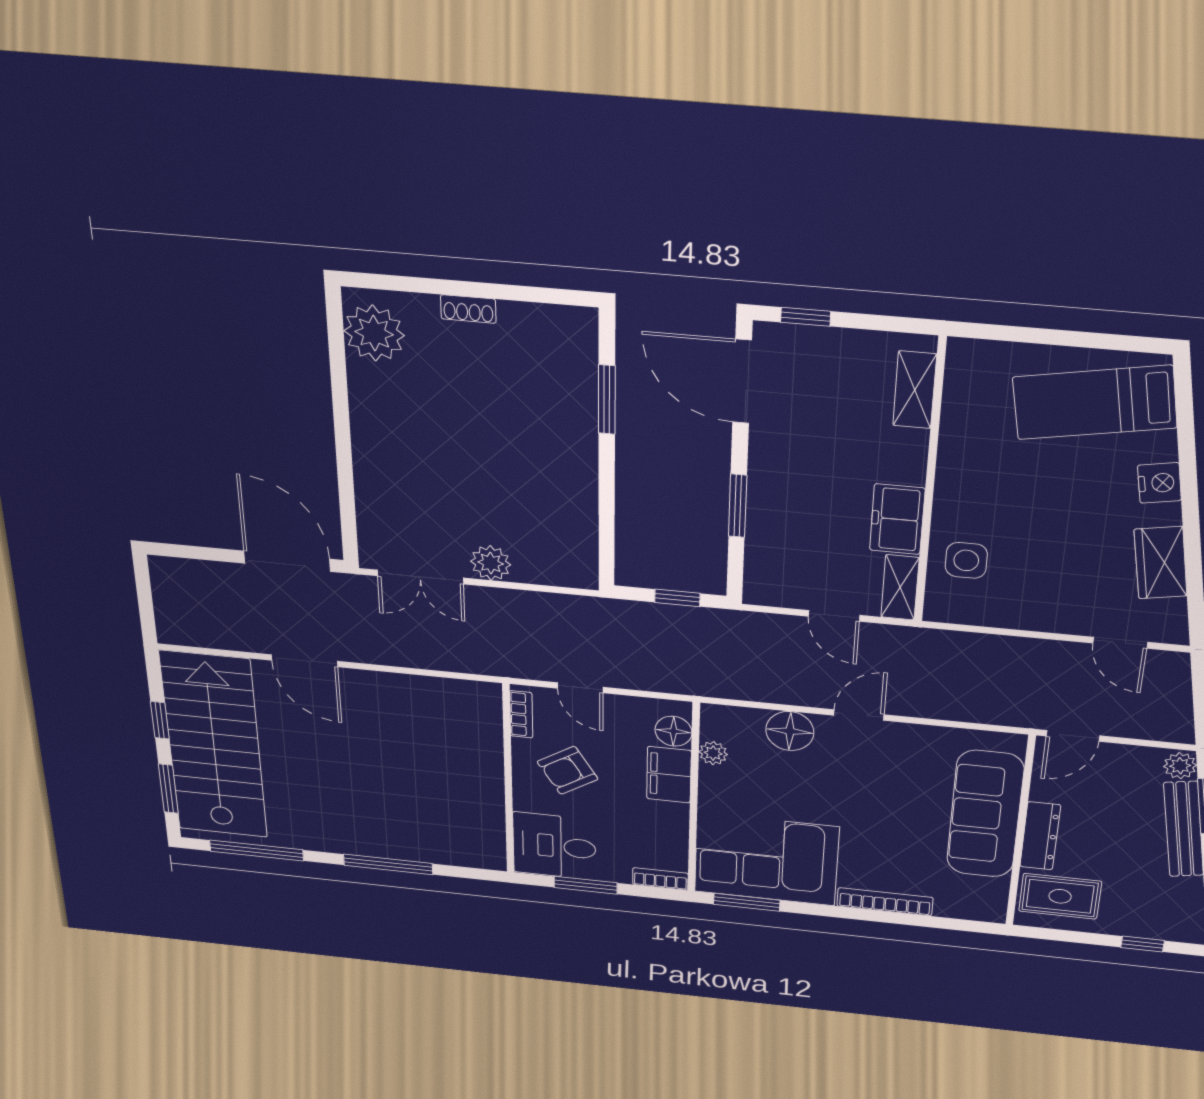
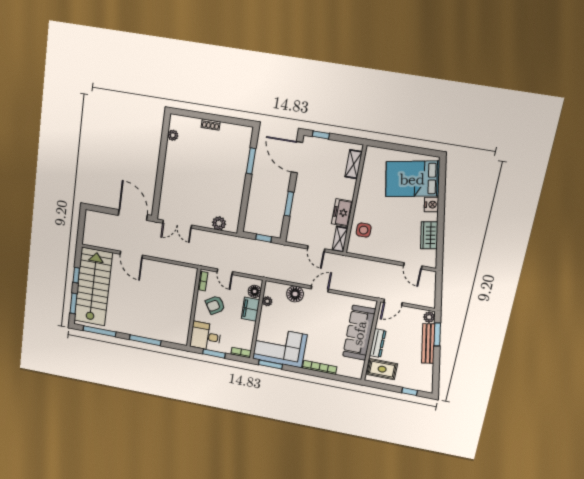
plant: (374, 333) -> (173, 135), width x0.53, depth x0.53
bed: (1095, 403) -> (412, 179), width x1.50
plant: (491, 563) -> (219, 223), moved

